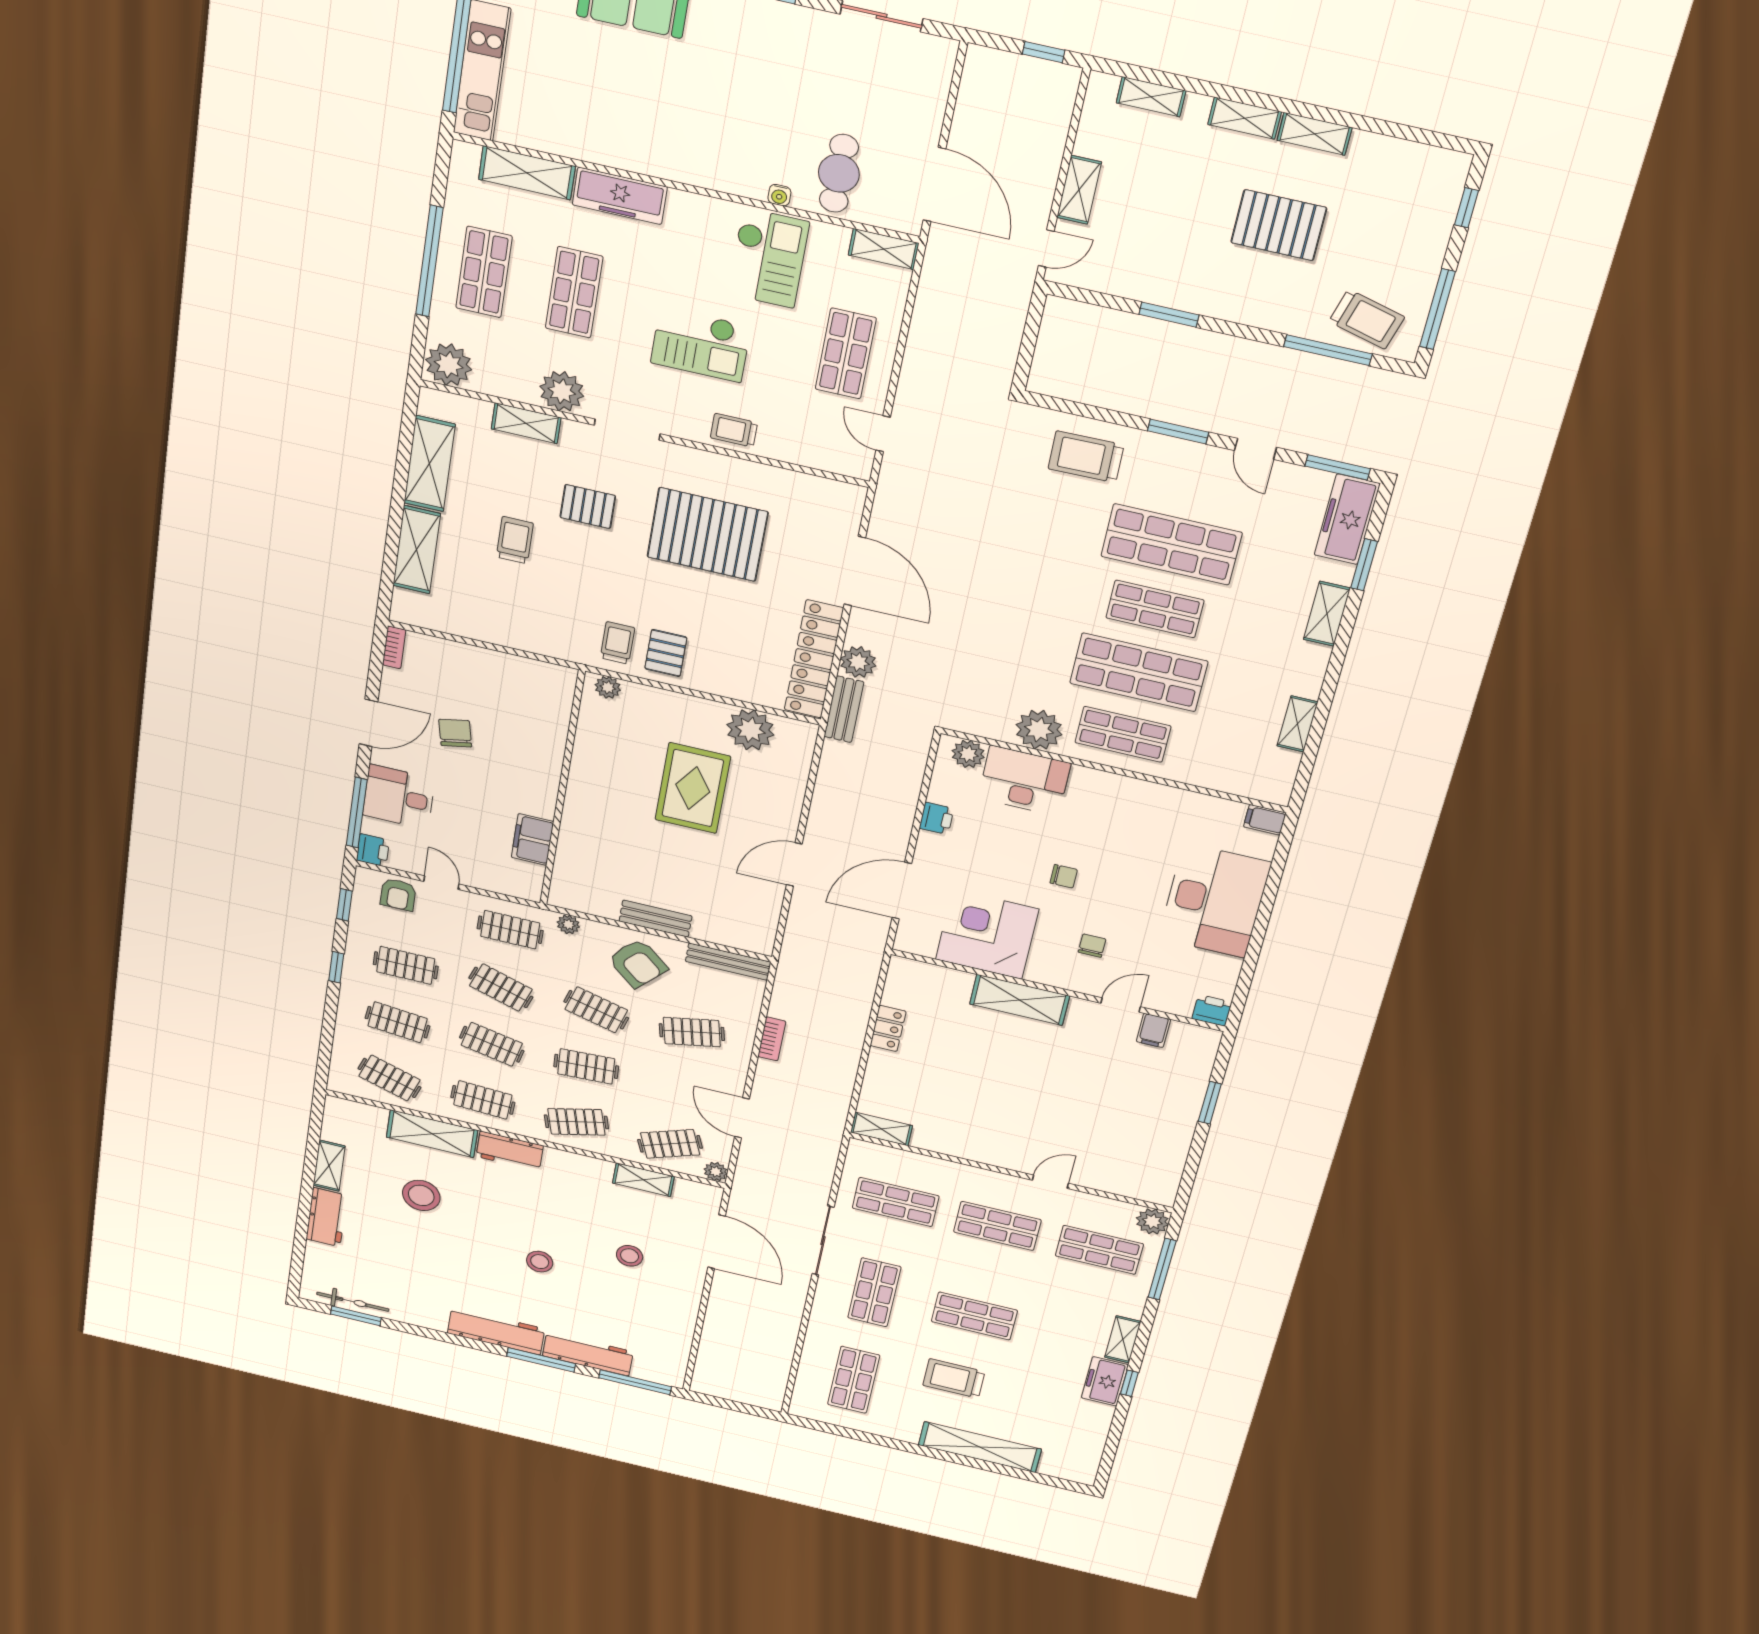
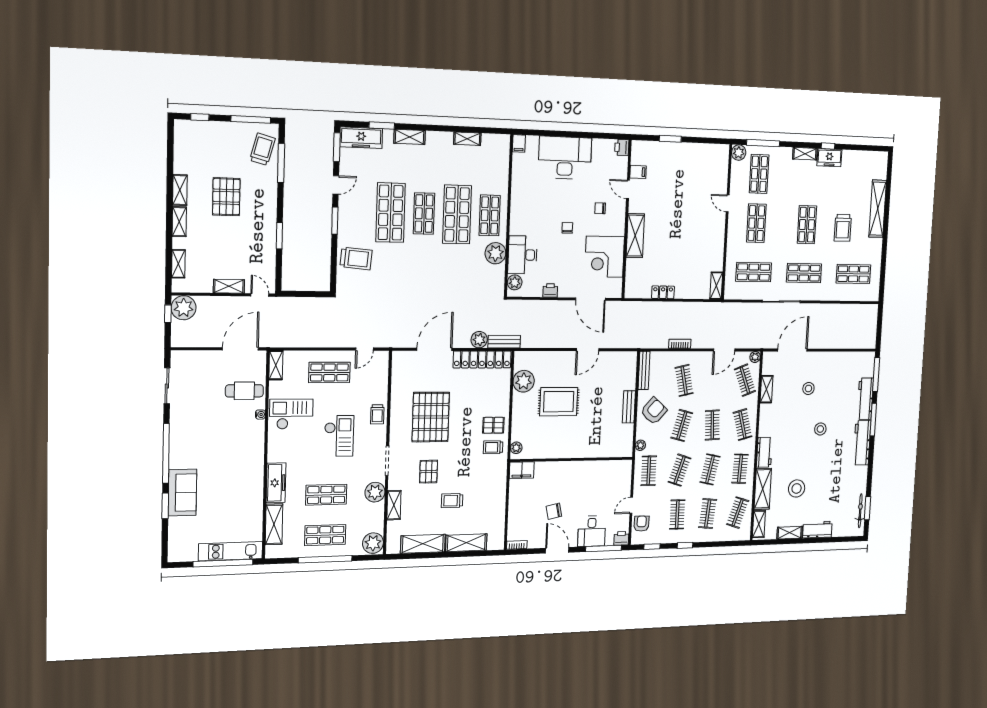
plant: (1051, 87) -> (184, 308), added
trolley: (1086, 457) -> (356, 258), turned -84
filing cabinet: (532, 839) -> (522, 470), moved
door: (794, 864) -> (588, 350), hinge flipped
armchair: (398, 895) -> (642, 524), turned -89
shelving: (358, 1113) -> (759, 524), added
shop shelf: (896, 1202) -> (754, 272), turned 90

